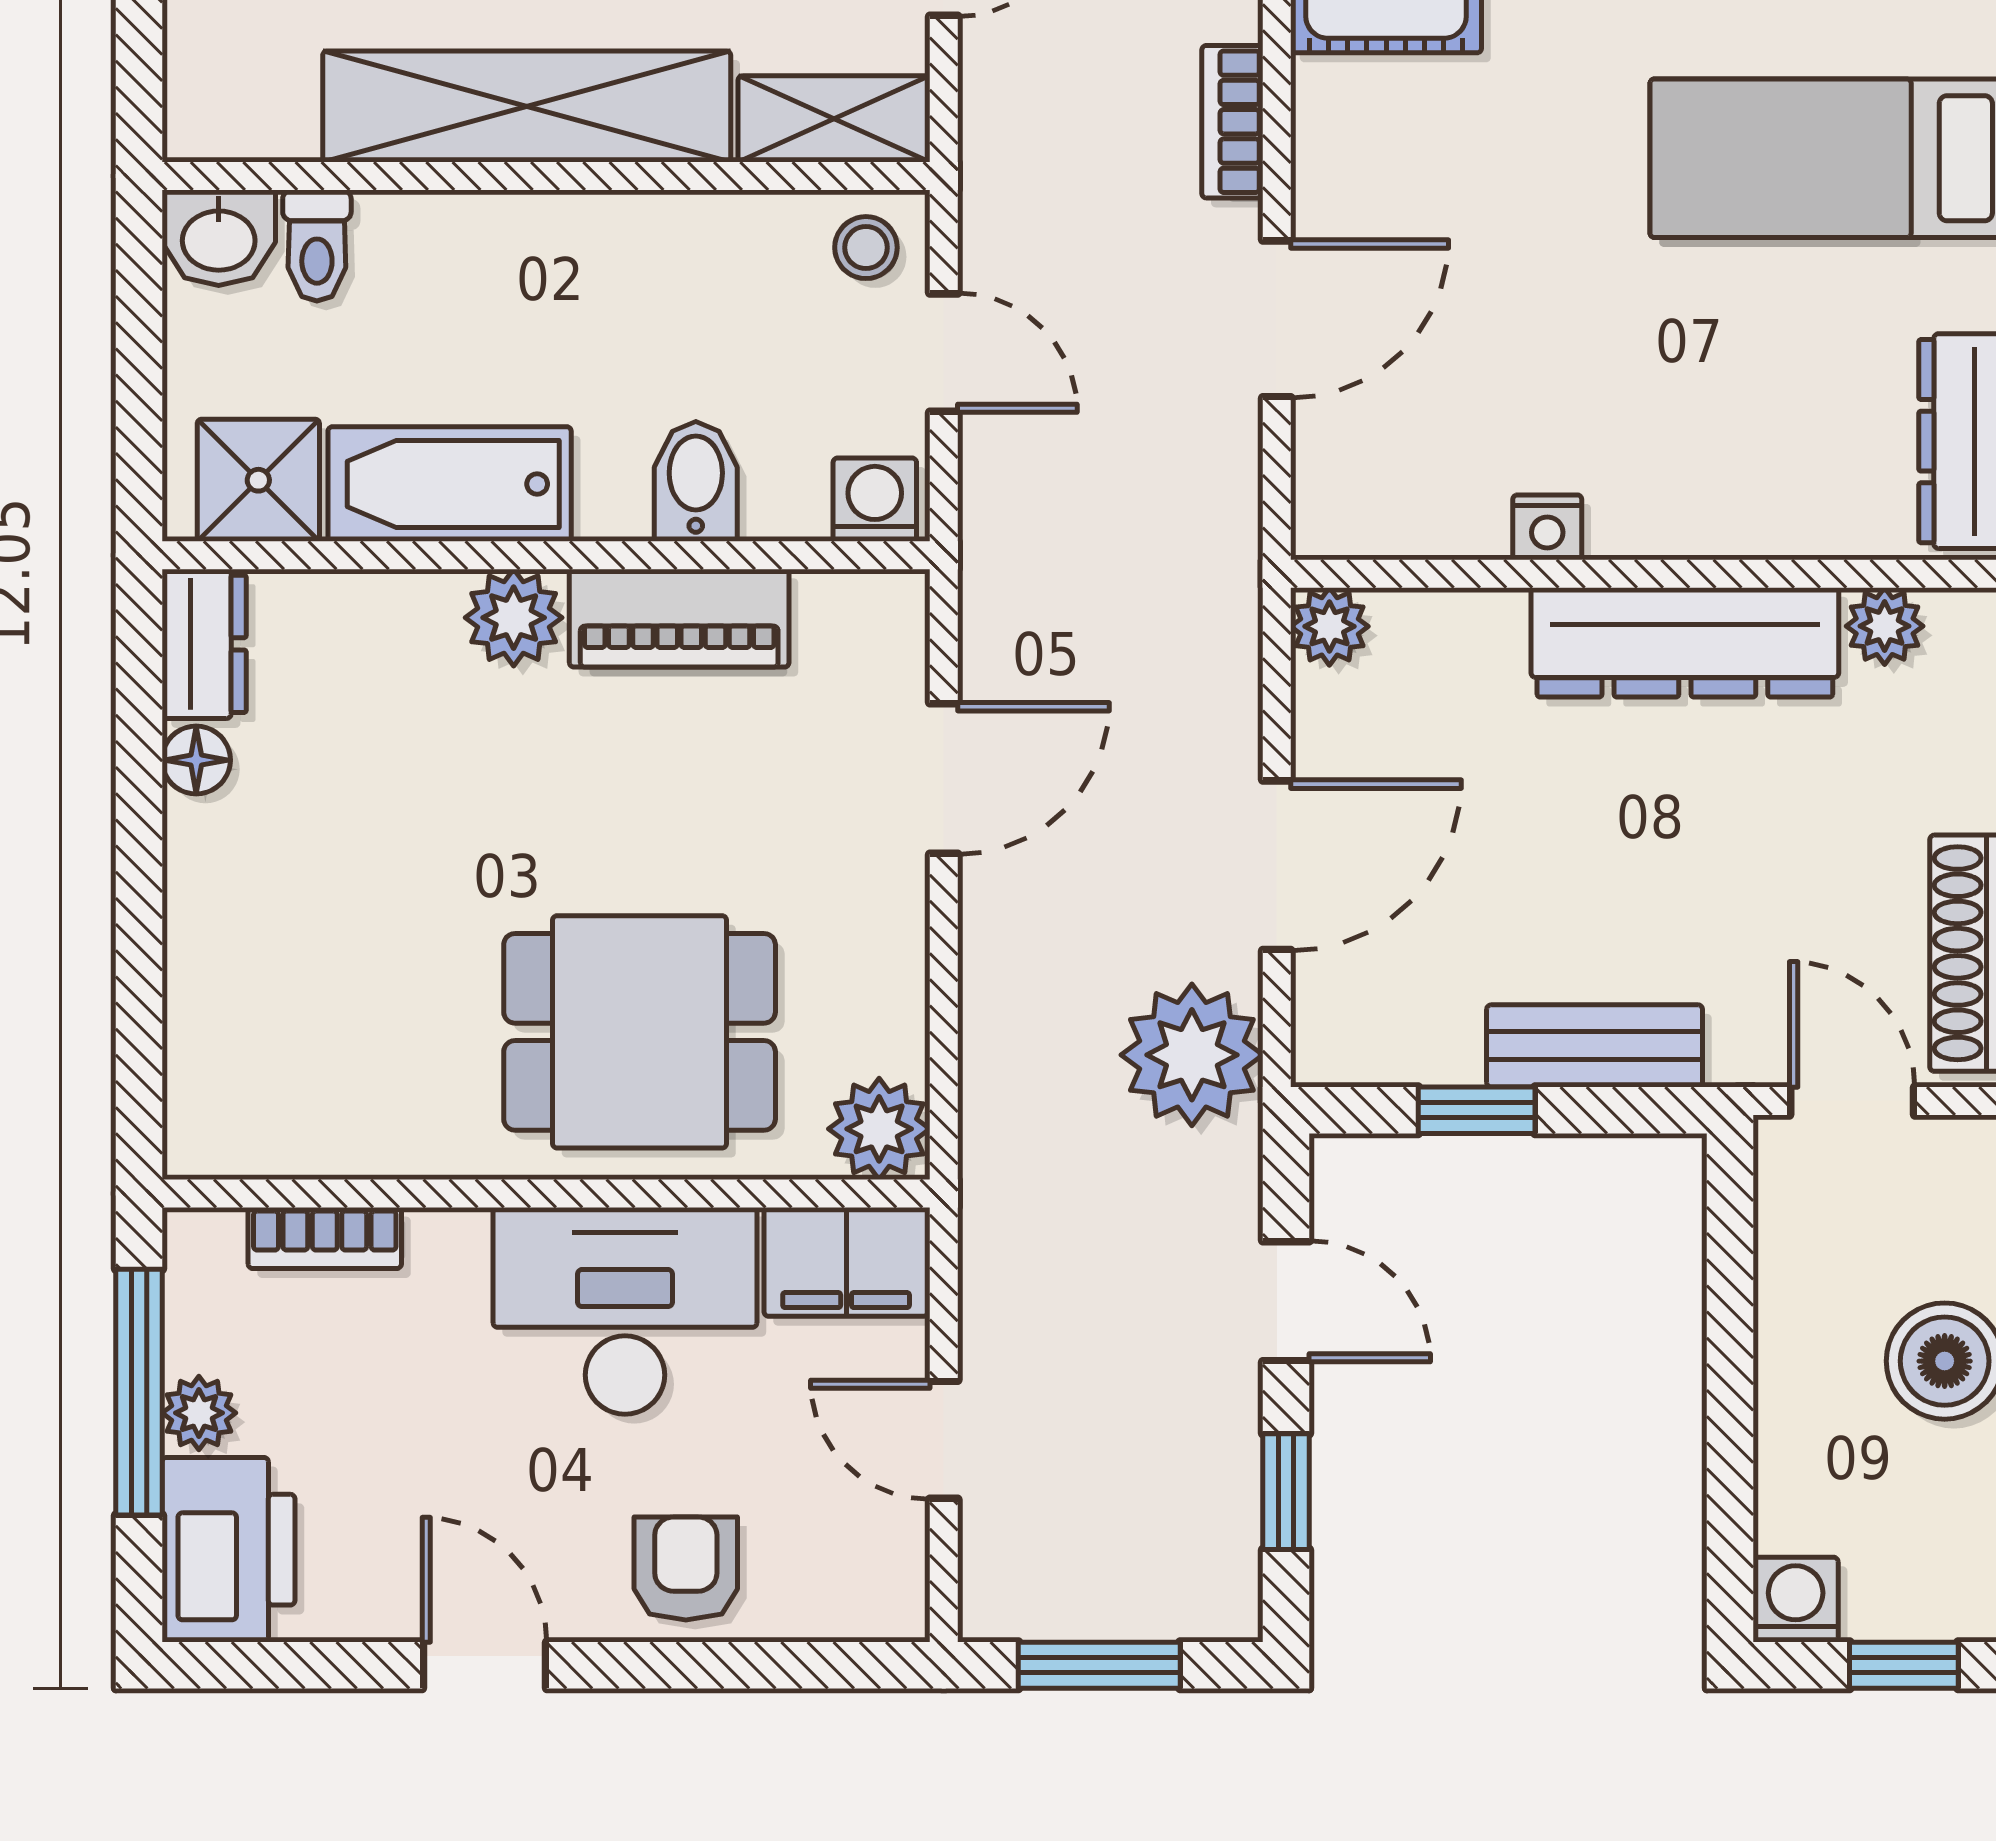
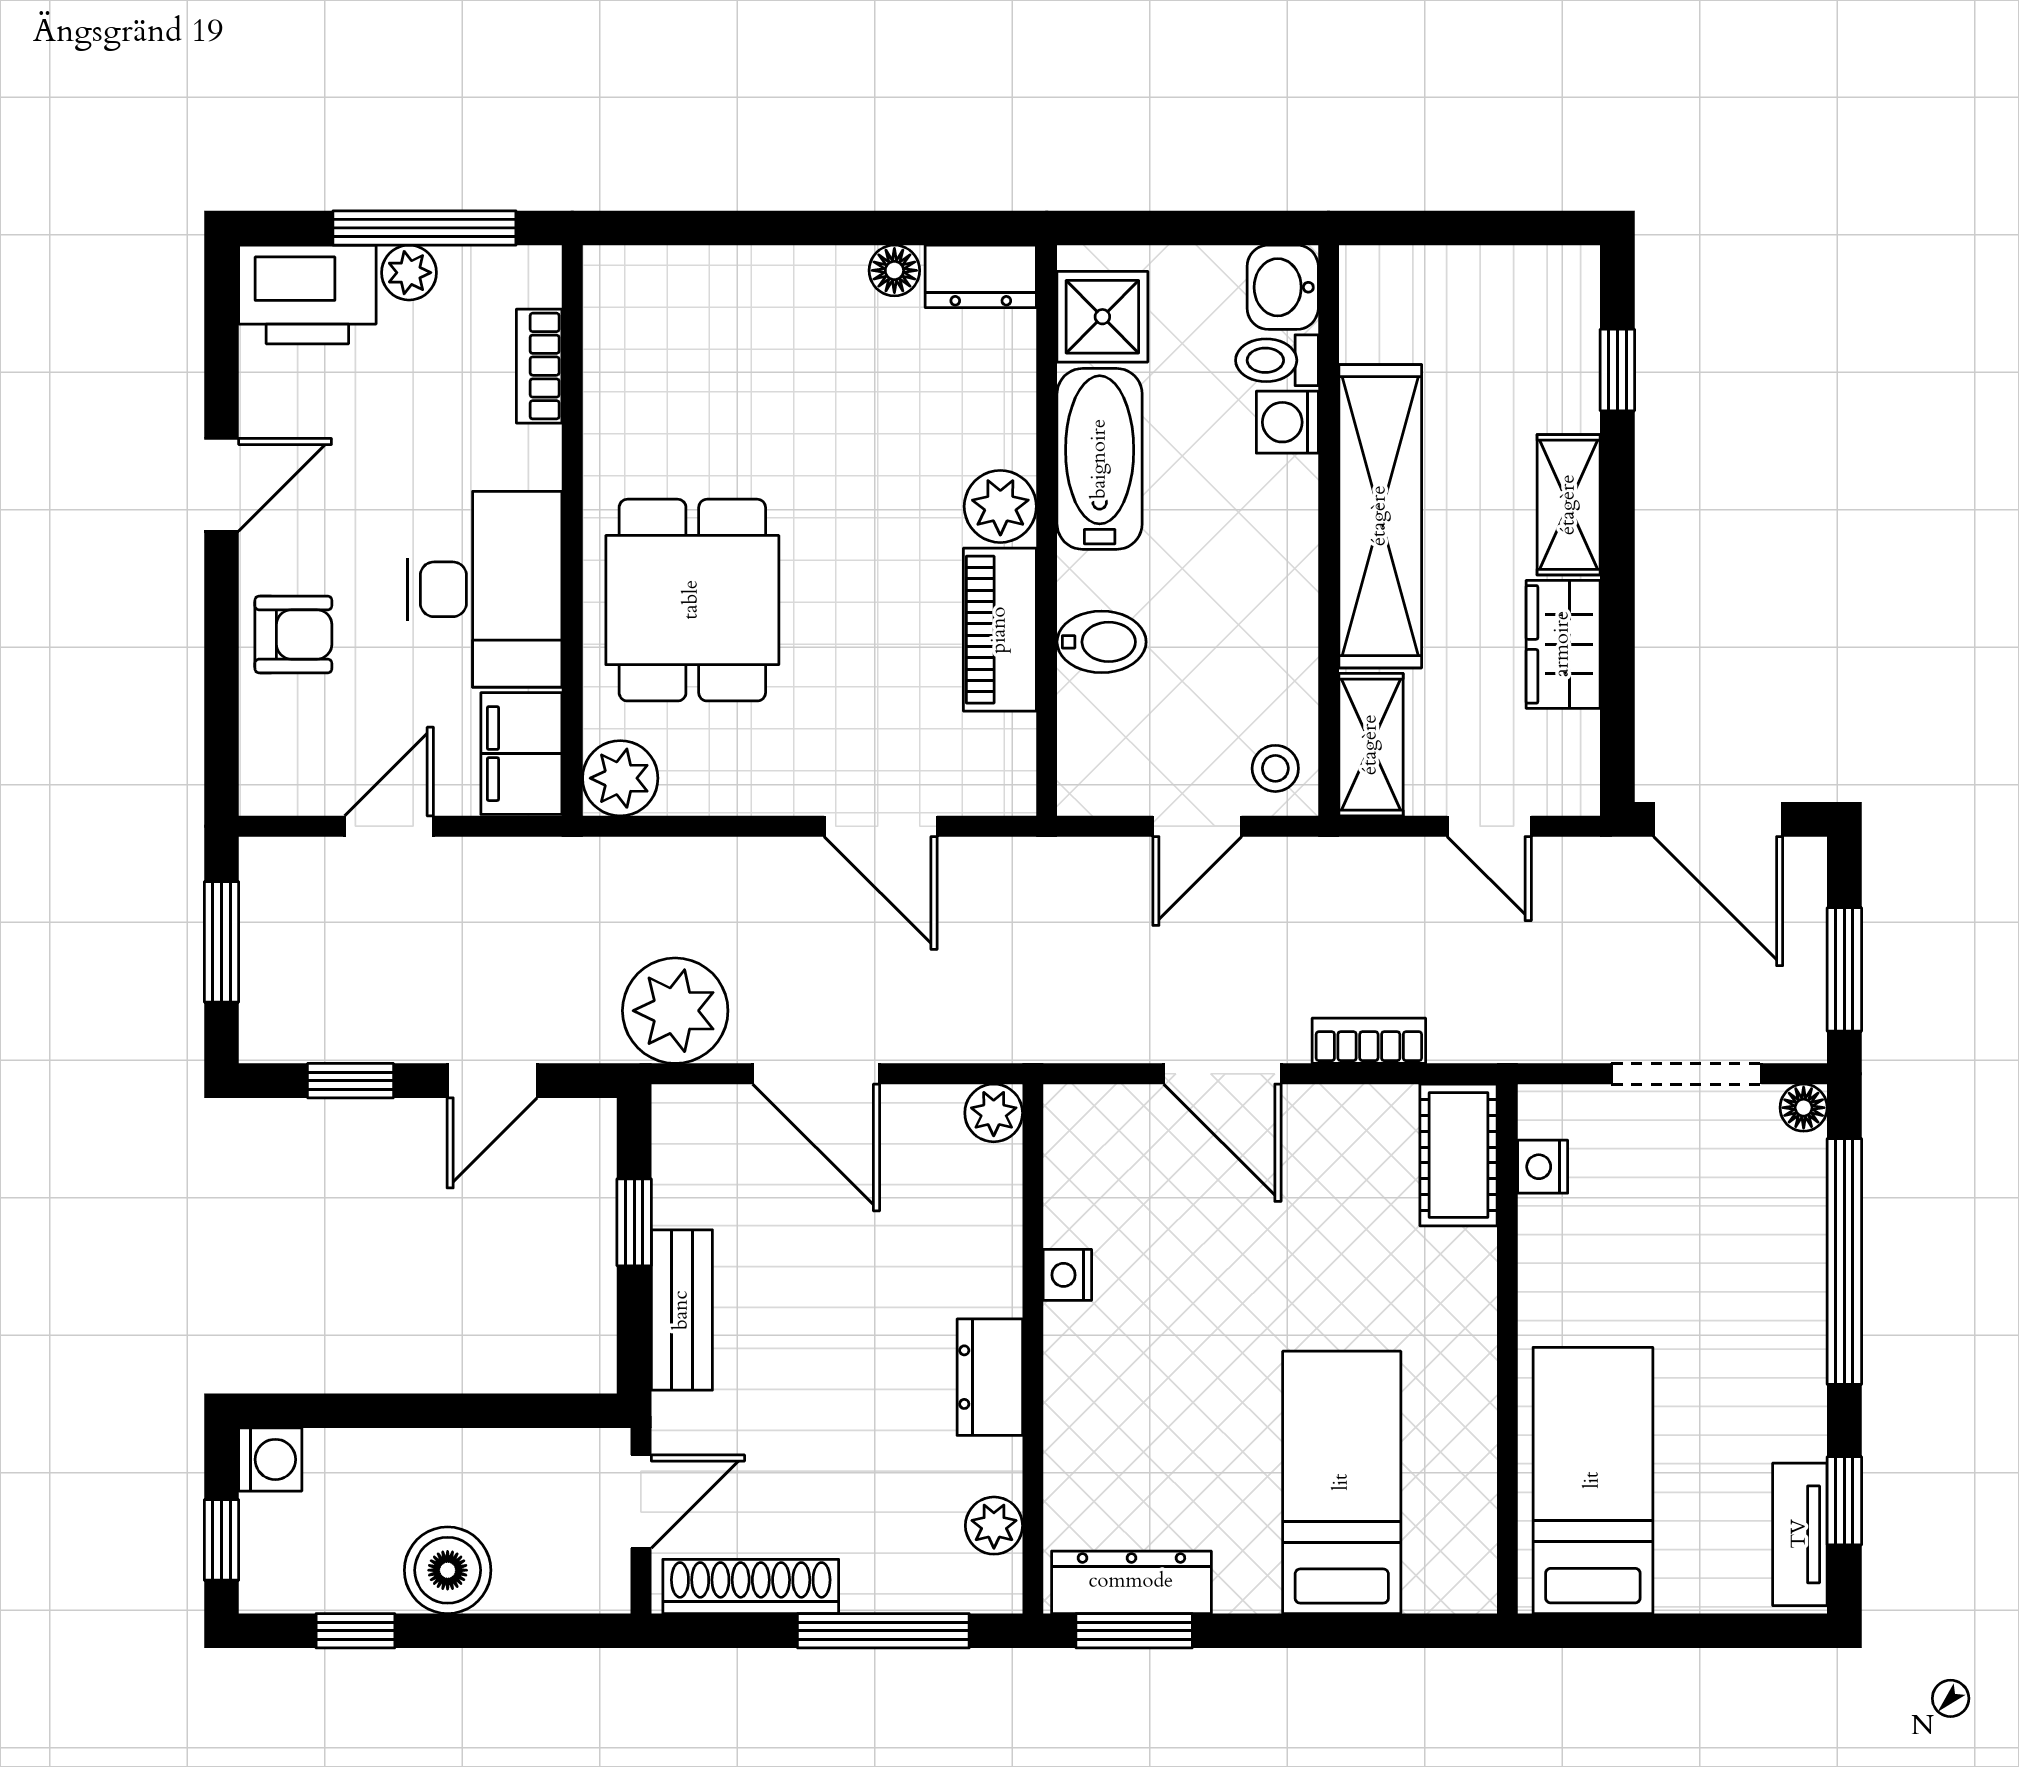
washing machine: (875, 500) -> (1287, 422), moved, turned 180
dresser: (1685, 642) -> (990, 1377), width x0.51, depth x0.80

